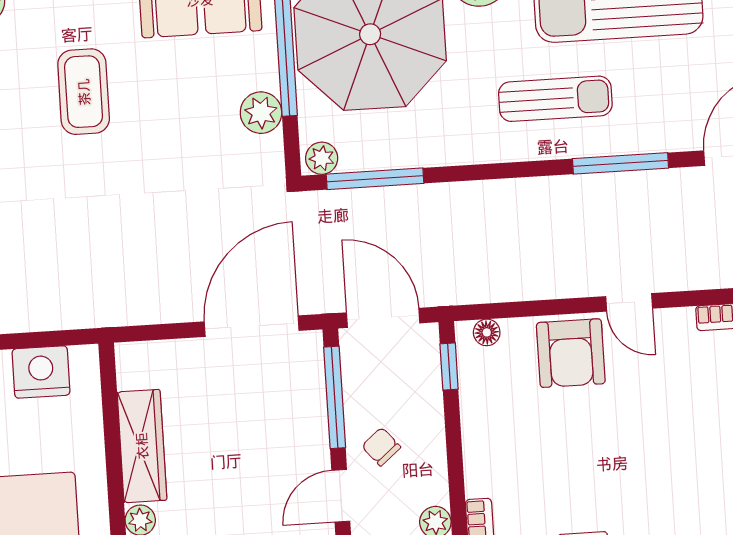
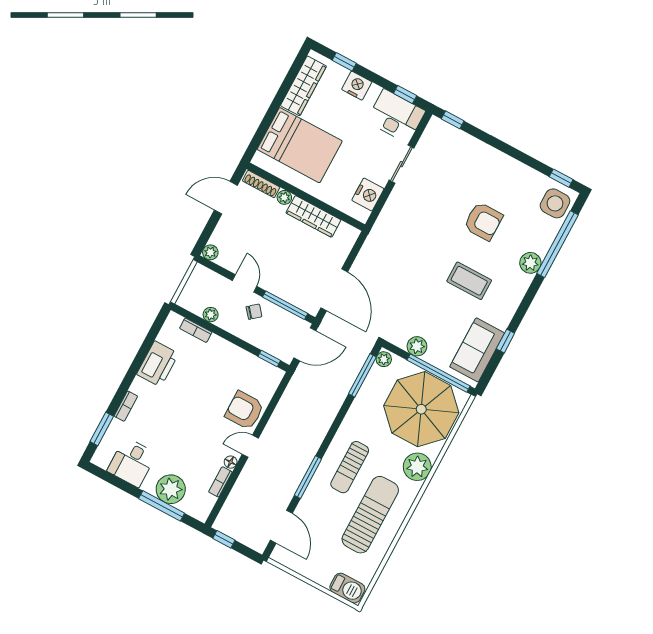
floor lamp: (487, 332) -> (231, 462), moved

